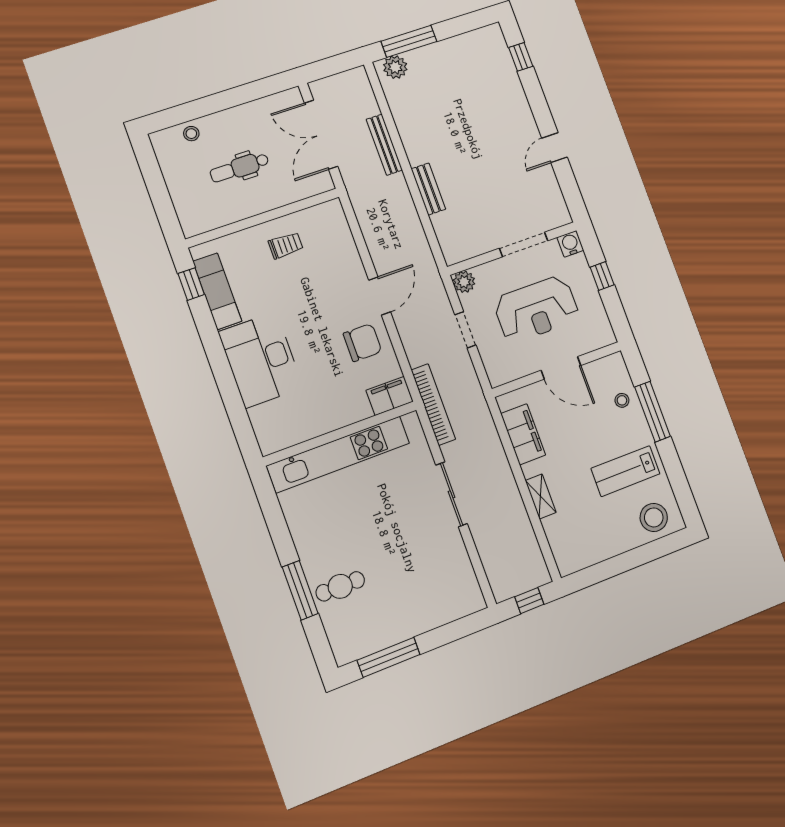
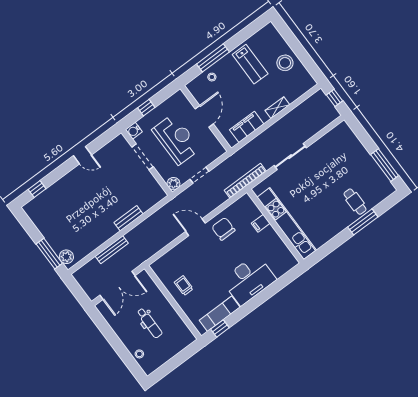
filing cabinet: (390, 396) -> (261, 223), moved, width x0.50
stool: (654, 517) -> (285, 63), moved

